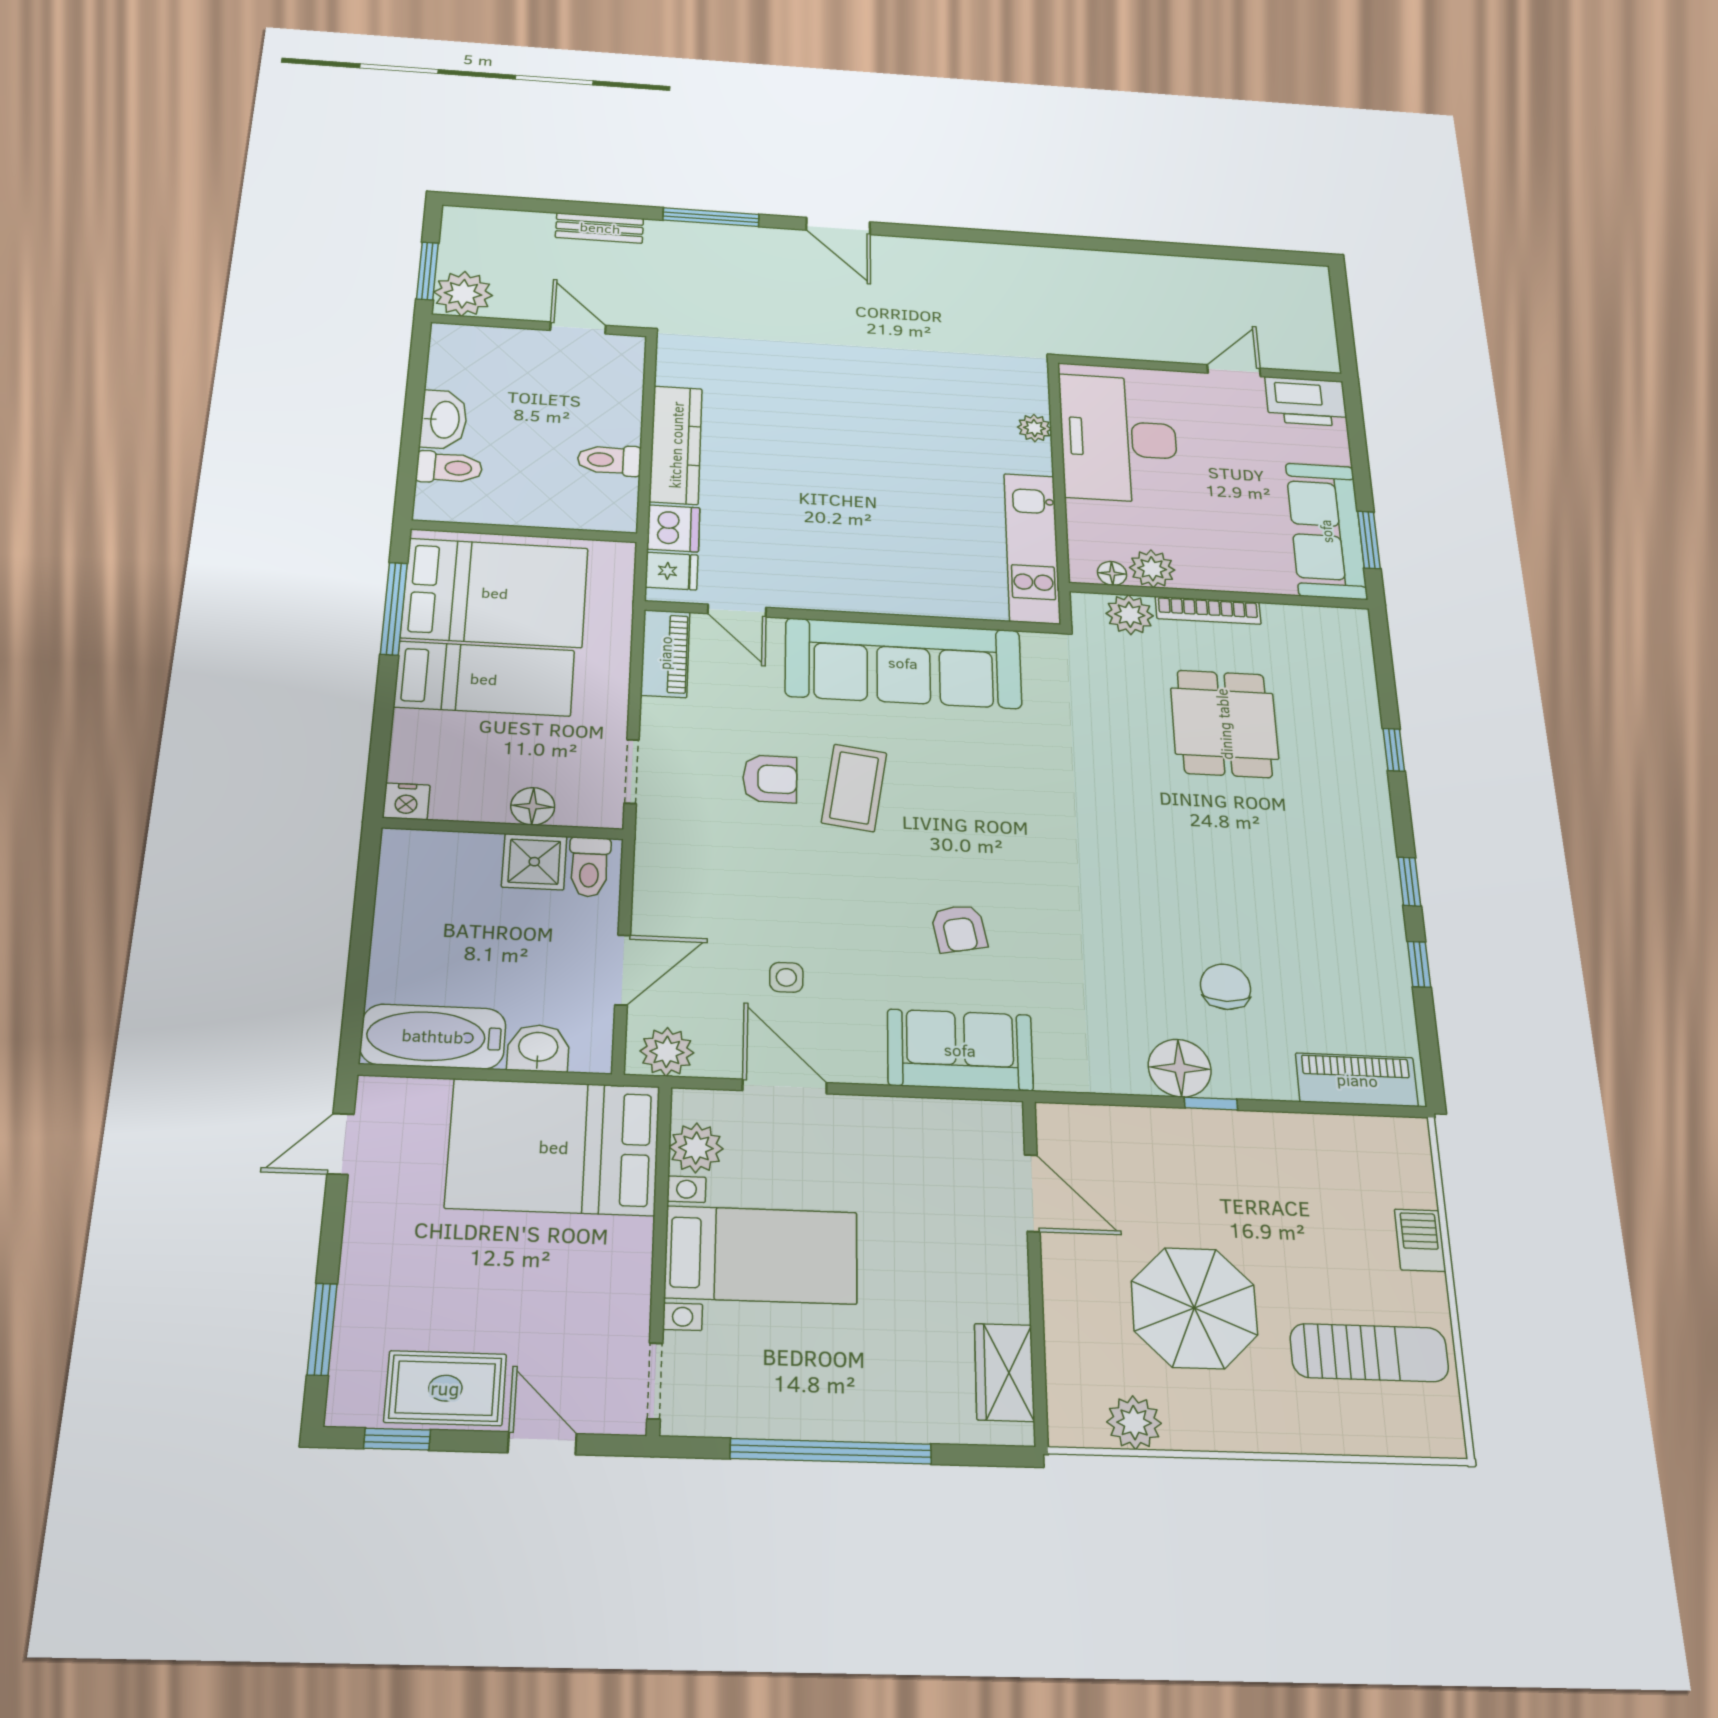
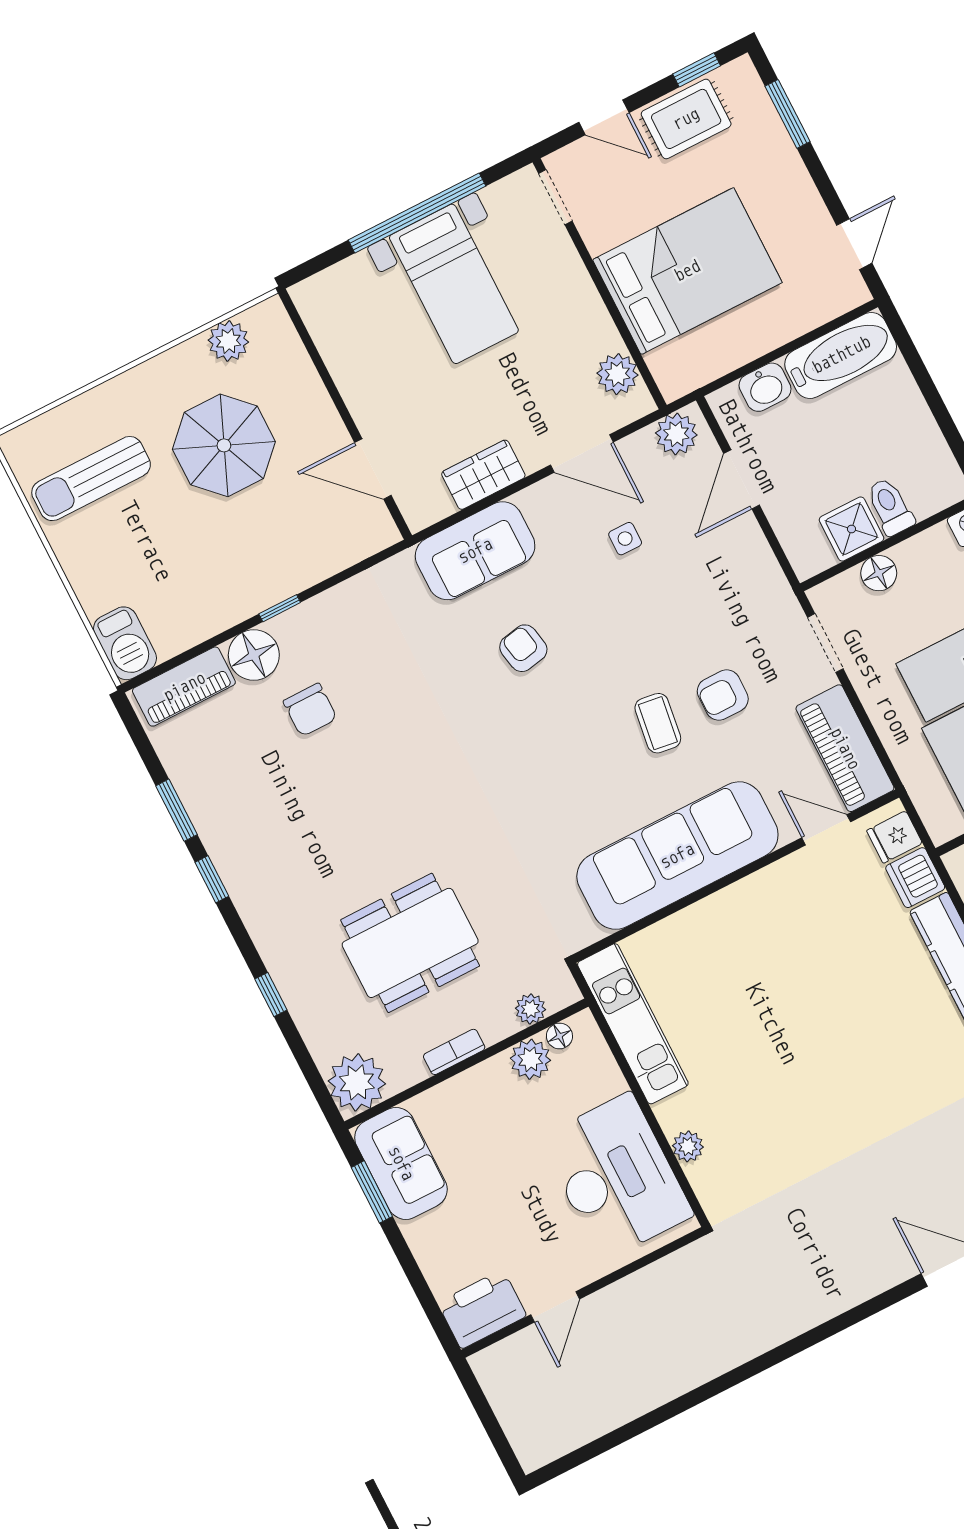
sofa: (1326, 531) -> (401, 1163), width x0.73
bookcase: (1208, 610) -> (454, 1052), width x0.64
plant: (1130, 615) -> (530, 1009), width x0.73, depth x0.73
plant: (1340, 634) -> (357, 1082), added
piano: (665, 653) -> (845, 748), width x1.37, depth x1.33
dining table: (1224, 724) -> (410, 943), width x1.38
coffee table: (854, 788) -> (658, 723), width x0.73, depth x0.77
toilet: (589, 867) -> (890, 507), moved
window: (1419, 964) -> (177, 810), width x1.50
floor lamp: (1180, 1068) -> (254, 655), moved
bed: (554, 1147) -> (687, 271), moved
barbecue: (1420, 1240) -> (125, 643), moved, width x1.38, depth x1.27
bed with nightstands: (761, 1255) -> (454, 284), moved, turned -90
wardrobe: (1004, 1372) -> (483, 475), moved, turned -90

